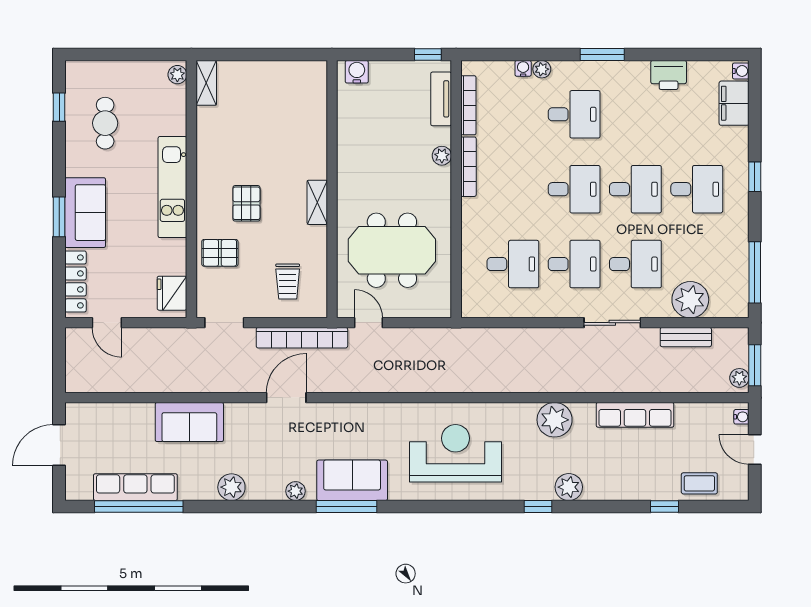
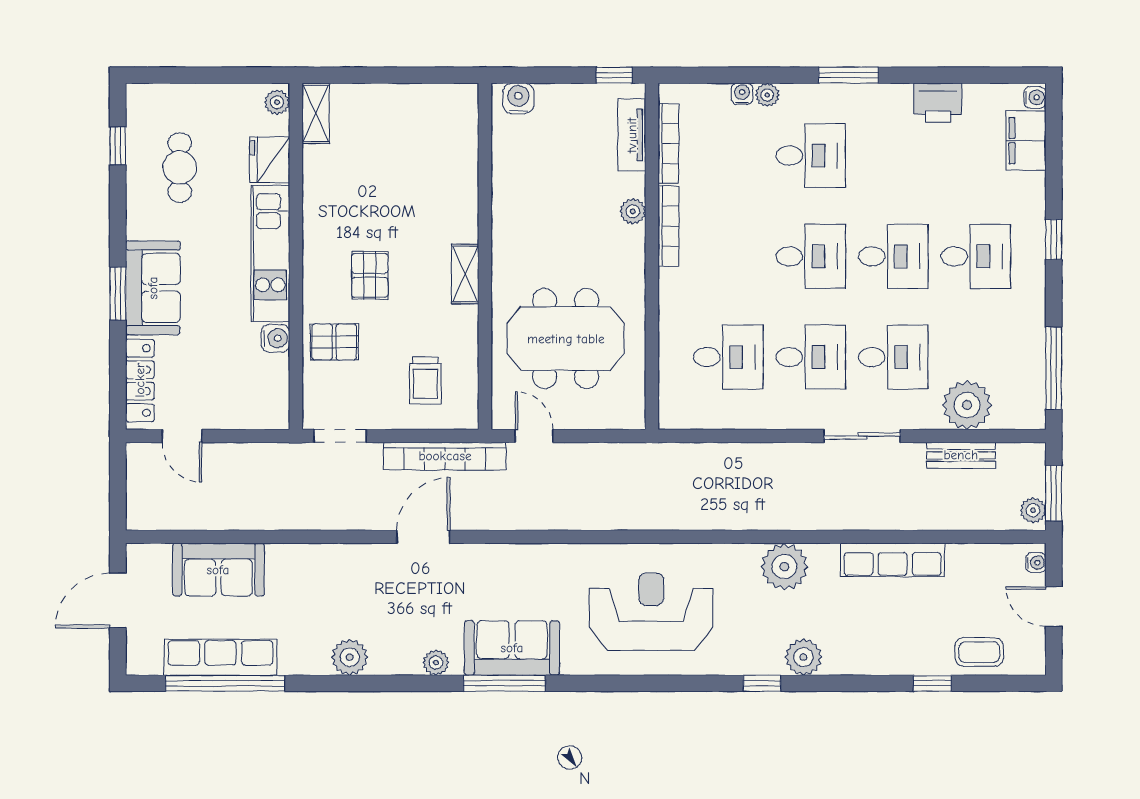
water cooler: (176, 250) -> (275, 338), added
fridge: (172, 293) -> (270, 160), moved
sofa: (189, 422) -> (218, 570), moved

